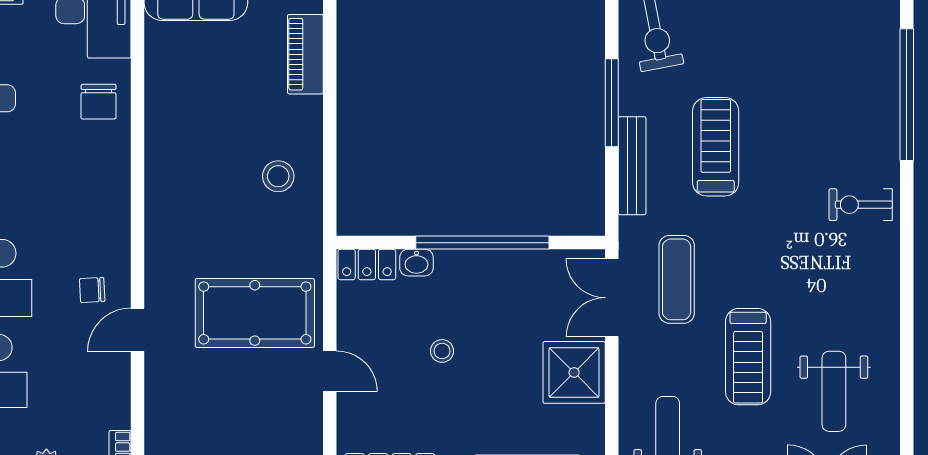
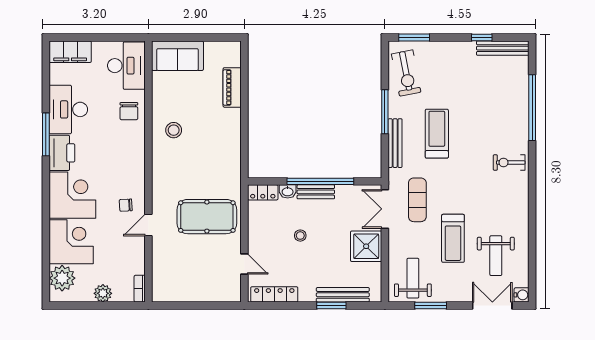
stool: (278, 176) -> (174, 130), moved
bench: (473, 263) -> (316, 192), added
door: (330, 371) -> (244, 264), moved

